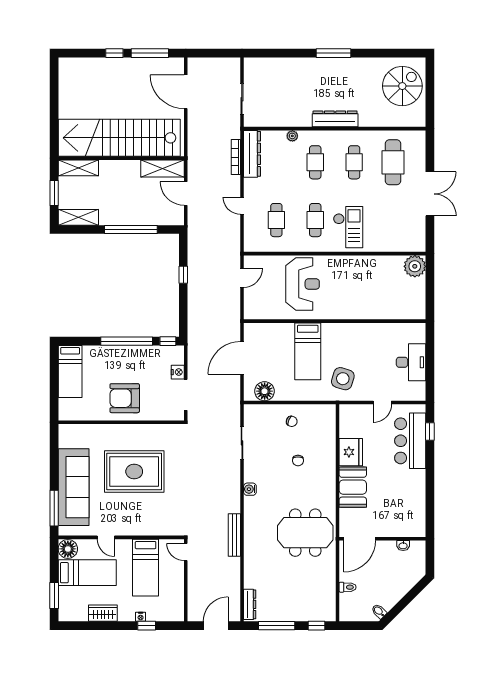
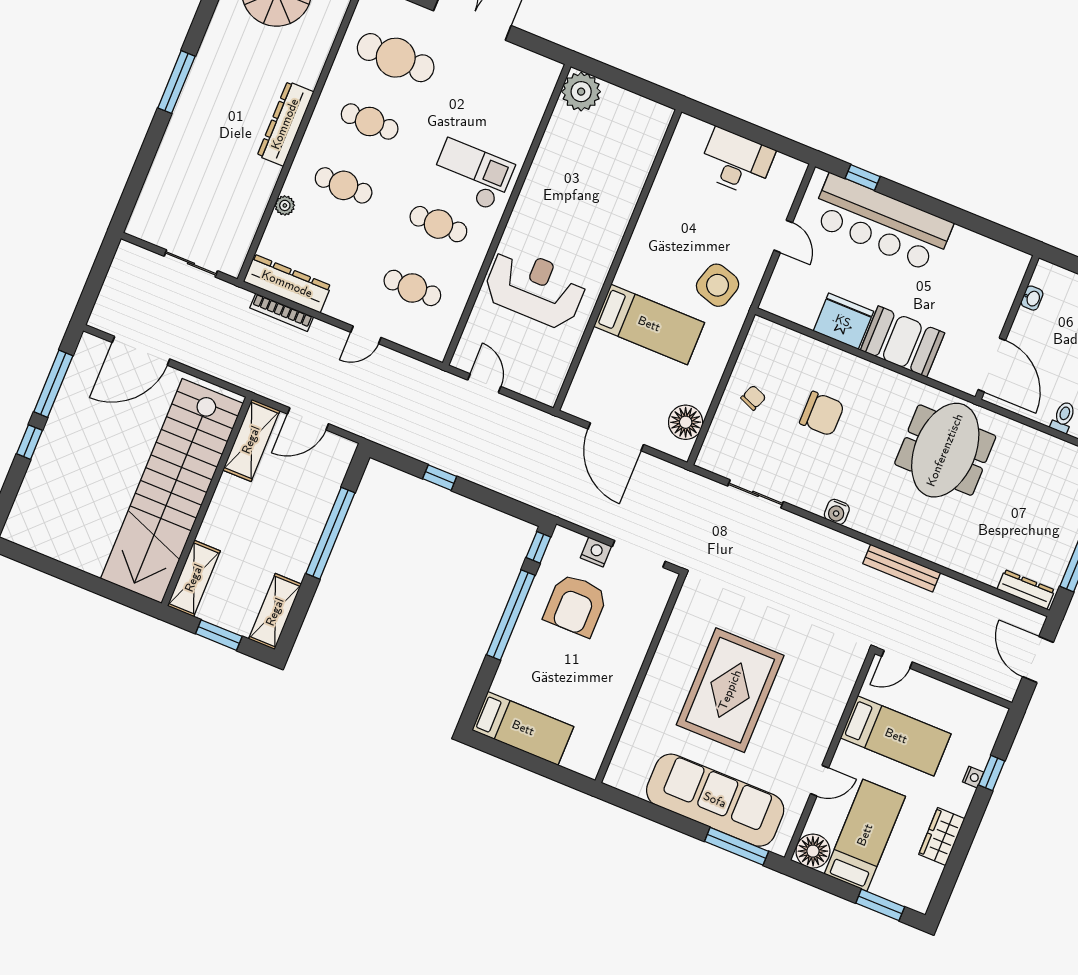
armchair: (125, 398) -> (576, 605), moved
bar counter: (410, 441) -> (881, 223), width x1.36
chair: (298, 461) -> (822, 414), width x1.87, depth x1.87

